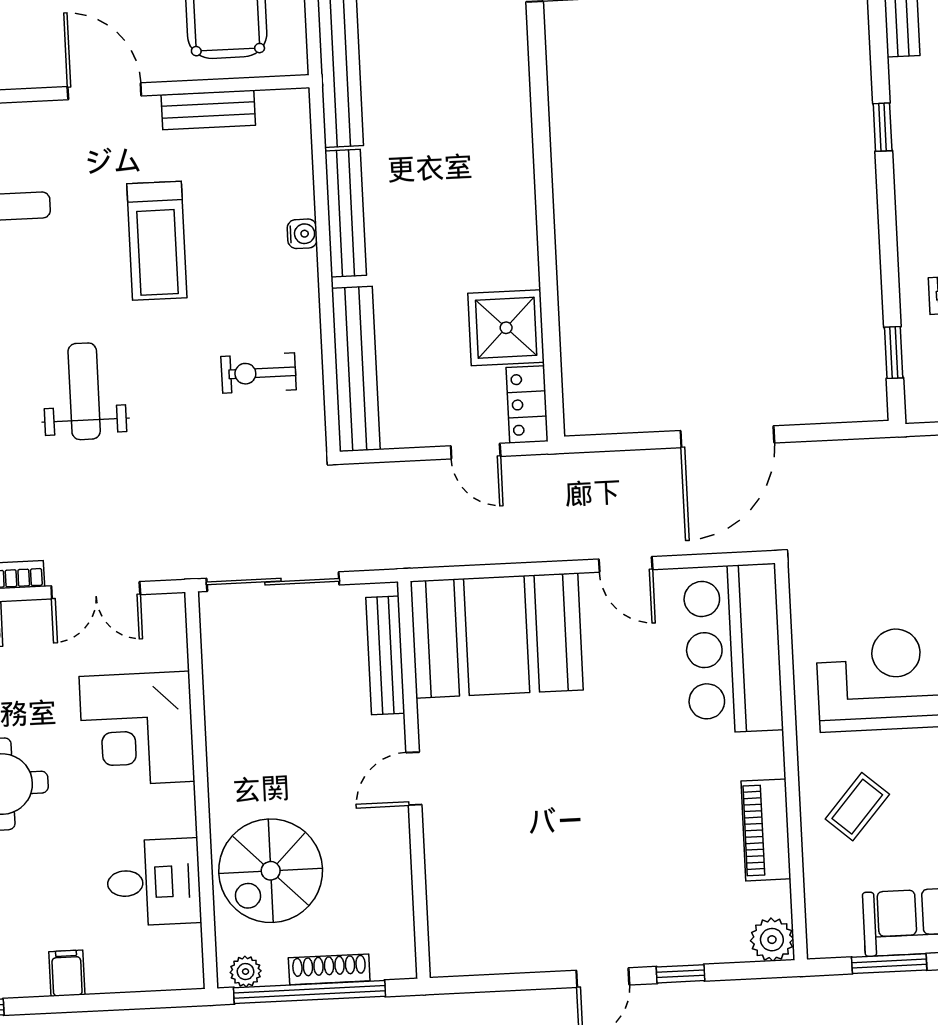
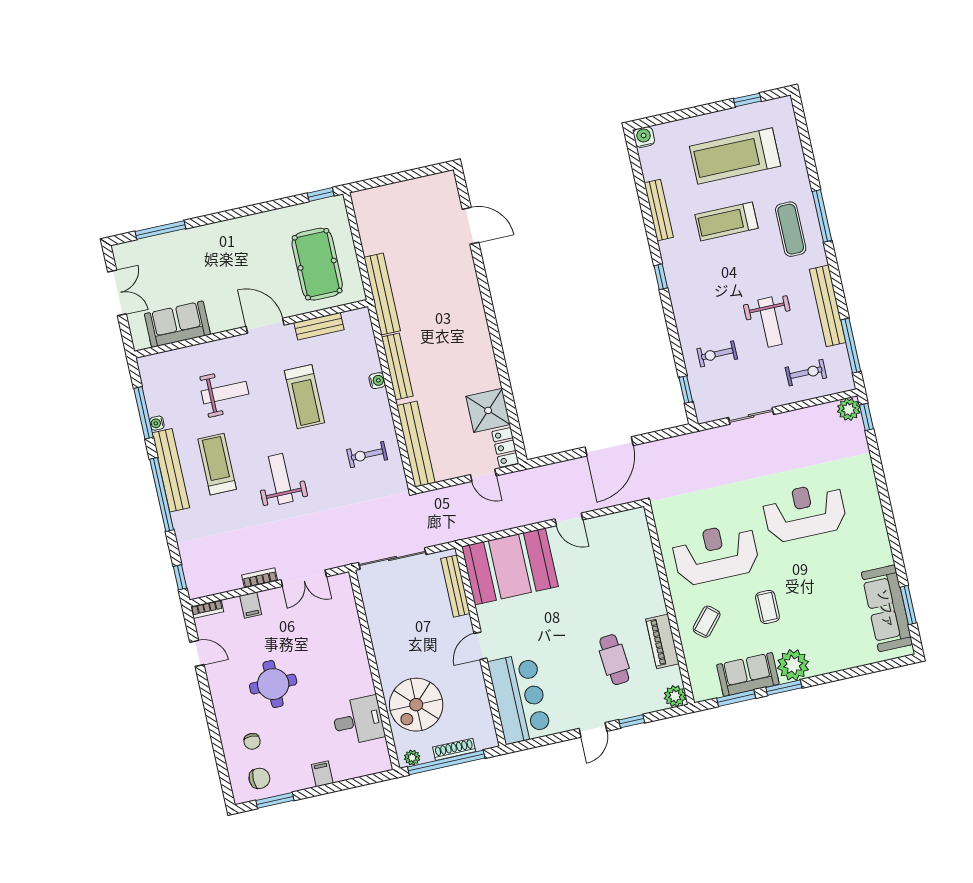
bar counter: (733, 649) -> (520, 698), moved, turned 180
corner desk: (137, 729) -> (336, 645), removed
cafe table: (667, 849) -> (614, 660), added

